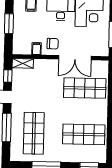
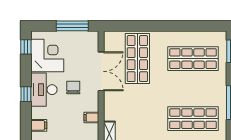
chair: (53, 44) -> (73, 88), moved
shop shelf: (84, 134) -> (193, 59), turned 90

